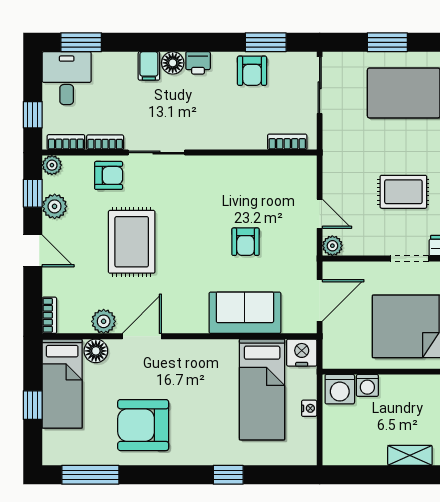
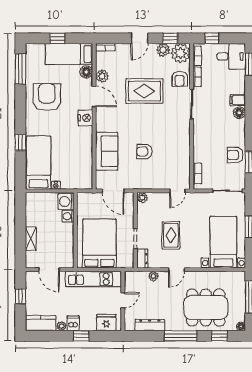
printer: (198, 63) -> (239, 126), removed
plant: (52, 165) -> (180, 53), width x1.87, depth x1.87
door: (320, 214) -> (177, 191), moved
nightstand: (302, 353) -> (85, 118), moved
bed: (262, 389) -> (38, 163), moved, turned 90

